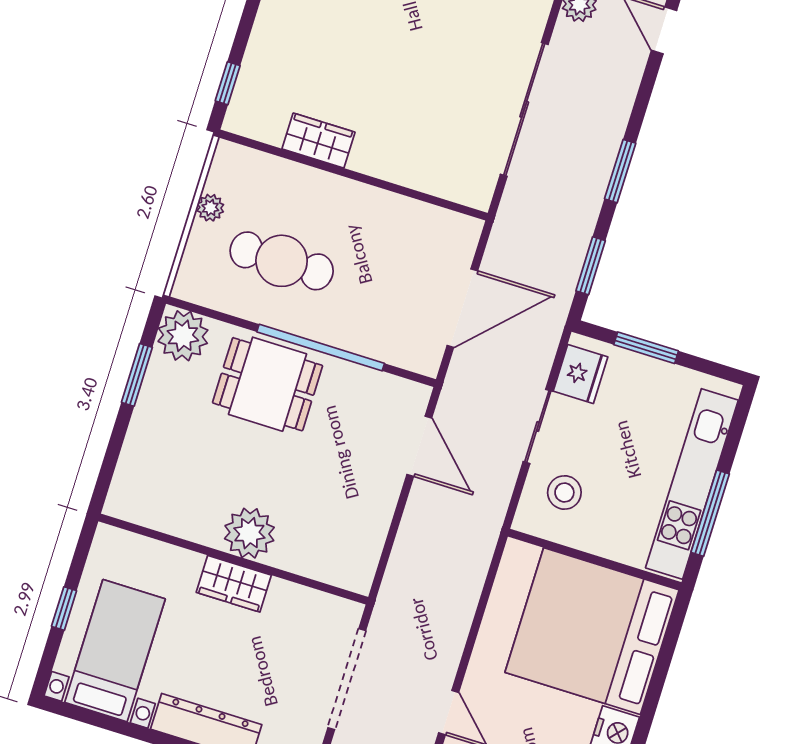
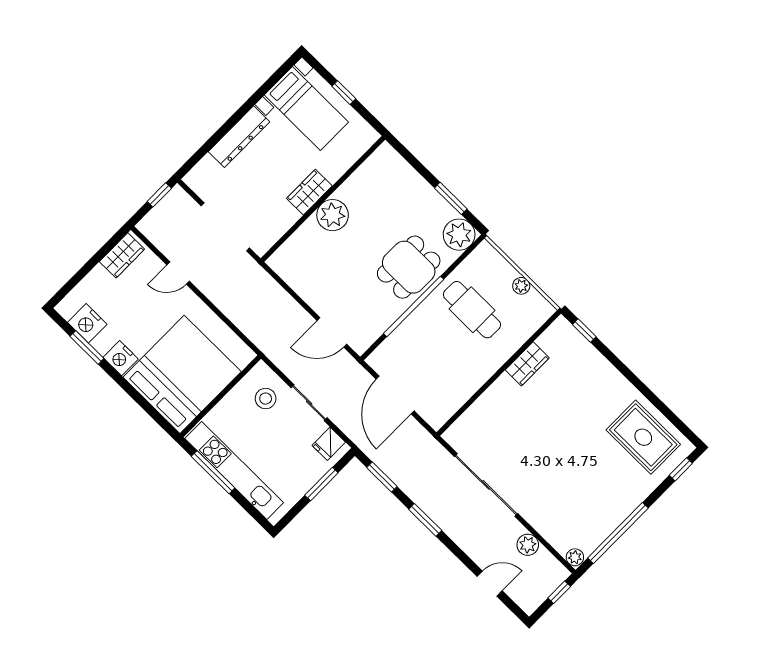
cafe table: (282, 261) -> (472, 310), turned 90
fridge: (580, 374) -> (329, 444), width x0.72

